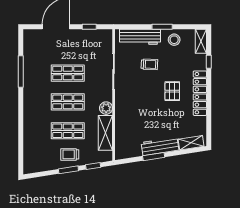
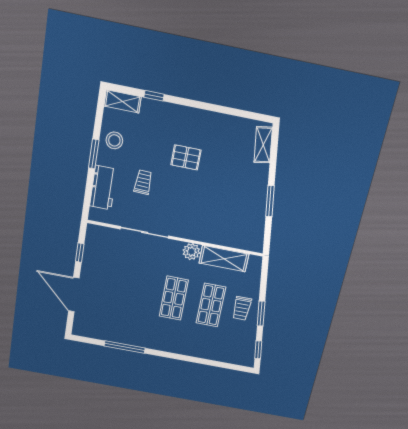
workbench: (140, 37) -> (103, 188), width x0.73
shop shelf: (68, 73) -> (136, 291), removed
locker: (200, 93) -> (196, 118), removed
workbench: (160, 146) -> (258, 190), removed
window: (93, 166) -> (258, 350), moved

